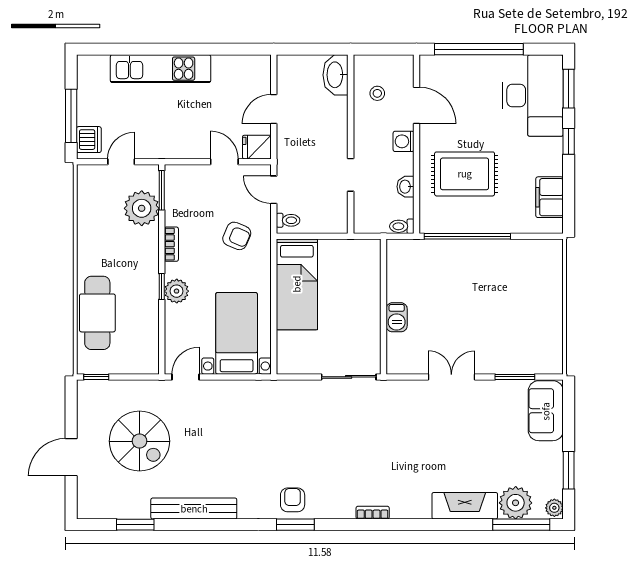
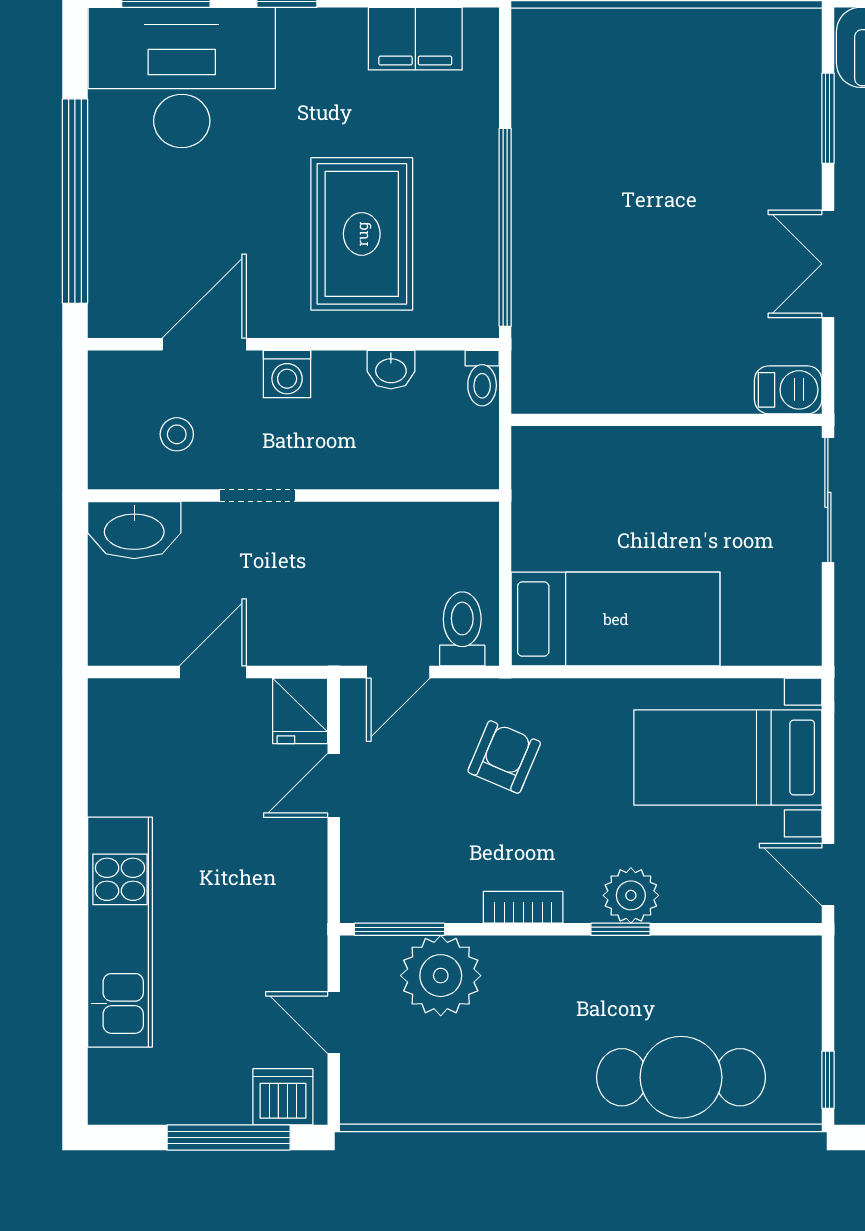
door: (274, 109) -> (213, 672), swing flipped
doorway: (351, 175) -> (258, 496), moved
toilet: (288, 220) -> (462, 629), width x1.37, depth x1.39
barbecue: (397, 317) -> (788, 390), moved

